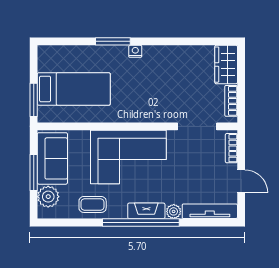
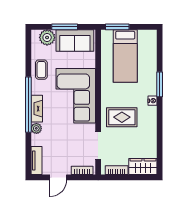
rug: (158, 94) -> (122, 117), added
tv unit: (210, 211) -> (36, 161), width x0.71

